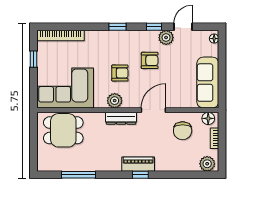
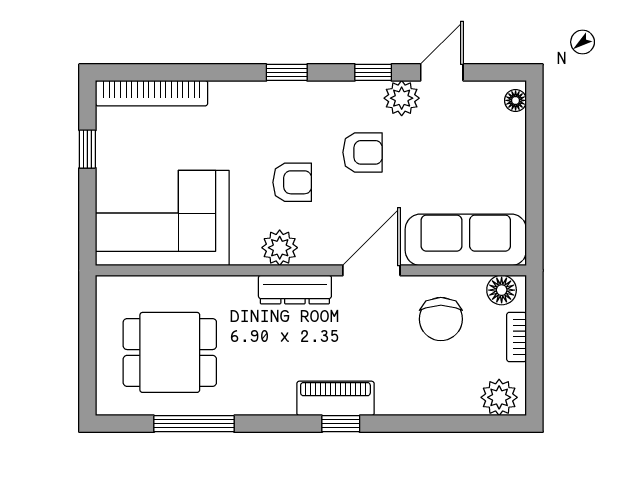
sofa: (208, 83) -> (466, 240), moved, turned 90
dining table: (63, 130) -> (170, 352), moved

